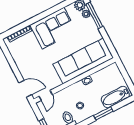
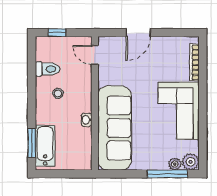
door: (25, 89) -> (138, 33), moved
window: (103, 113) -> (32, 143), moved

